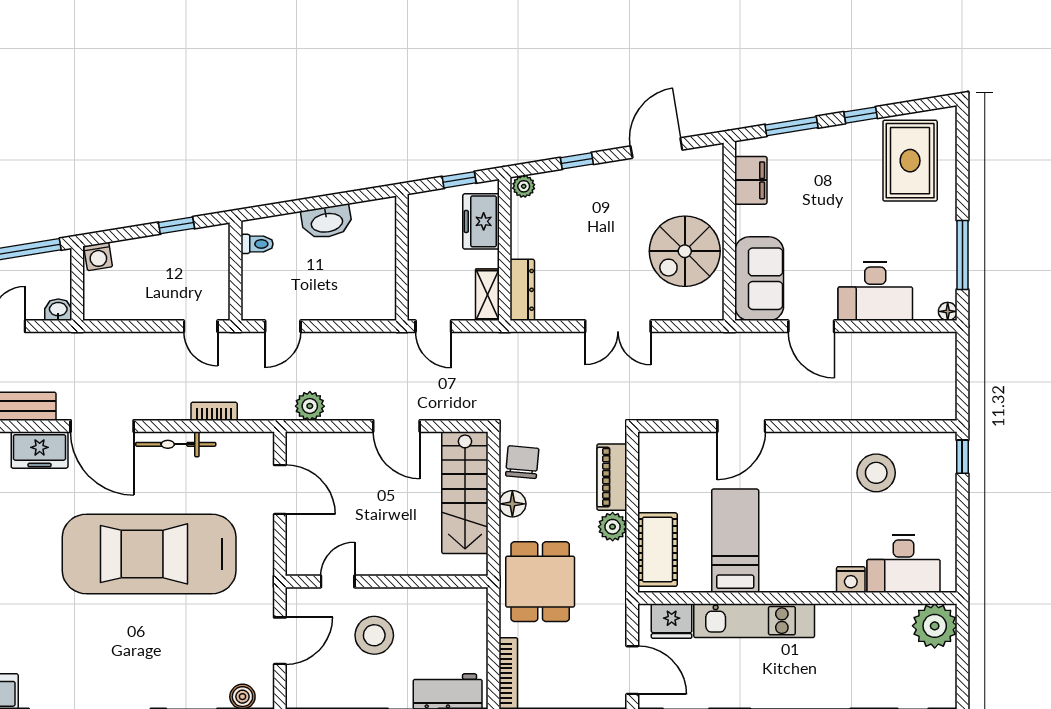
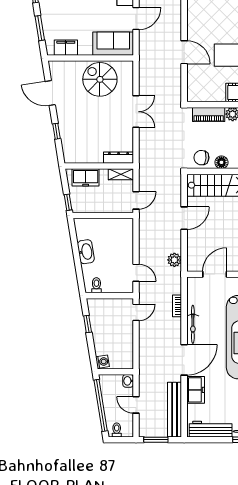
window: (459, 180) -> (68, 202), moved
plant: (524, 186) -> (69, 157), removed
spiral stairs: (685, 251) -> (100, 79), turned 180

